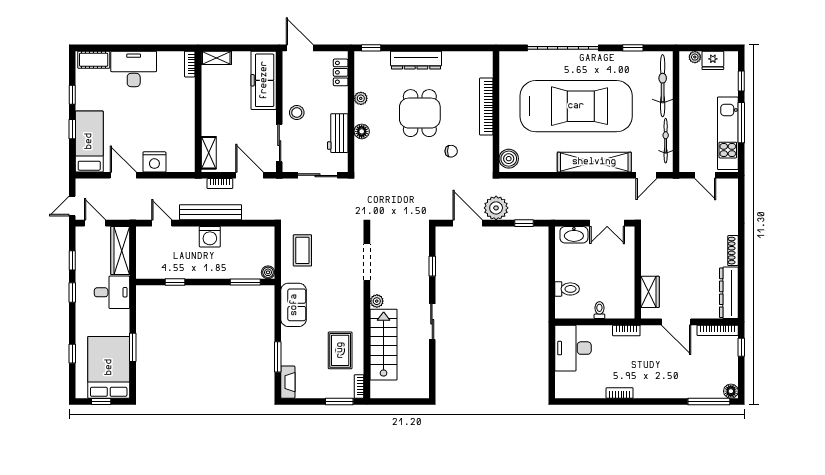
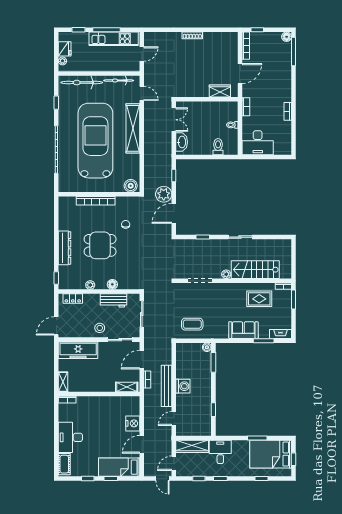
dresser: (729, 293) -> (221, 38), removed
sofa: (294, 305) -> (243, 330), moved

